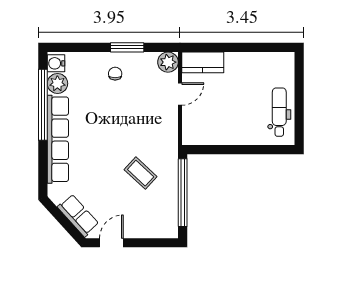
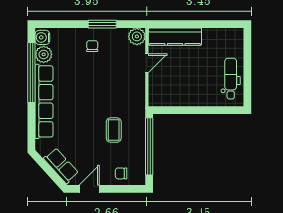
kitchen counter: (203, 62) -> (175, 37), width x1.50
coffee table: (141, 173) -> (114, 130), turned 47
chair: (149, 225) -> (121, 173), added

